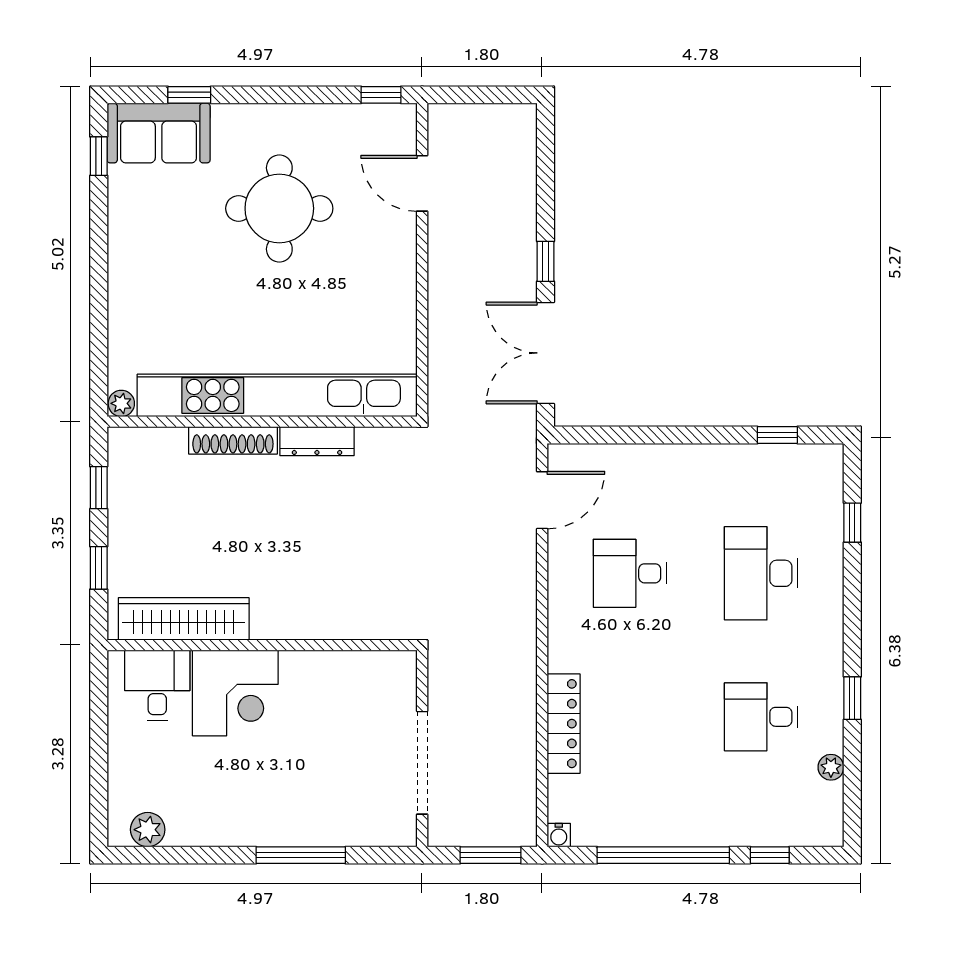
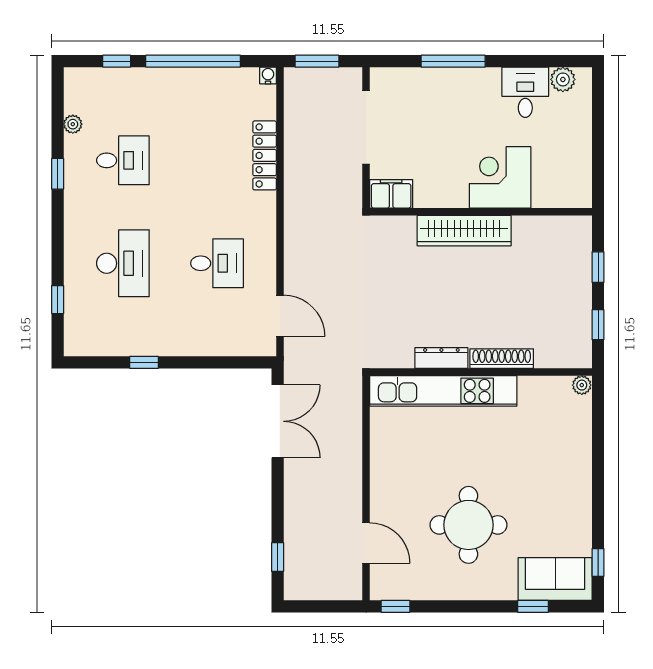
window: (545, 261) -> (278, 557), moved
kitchen unit: (277, 395) -> (443, 391), width x0.73
window: (777, 435) -> (144, 362), moved
door: (542, 500) -> (280, 316), swing flipped
wardrobe: (184, 619) -> (464, 231), moved
filing cabinet: (387, 670) -> (391, 194), added
desk: (157, 685) -> (525, 92), moved, turned 180

